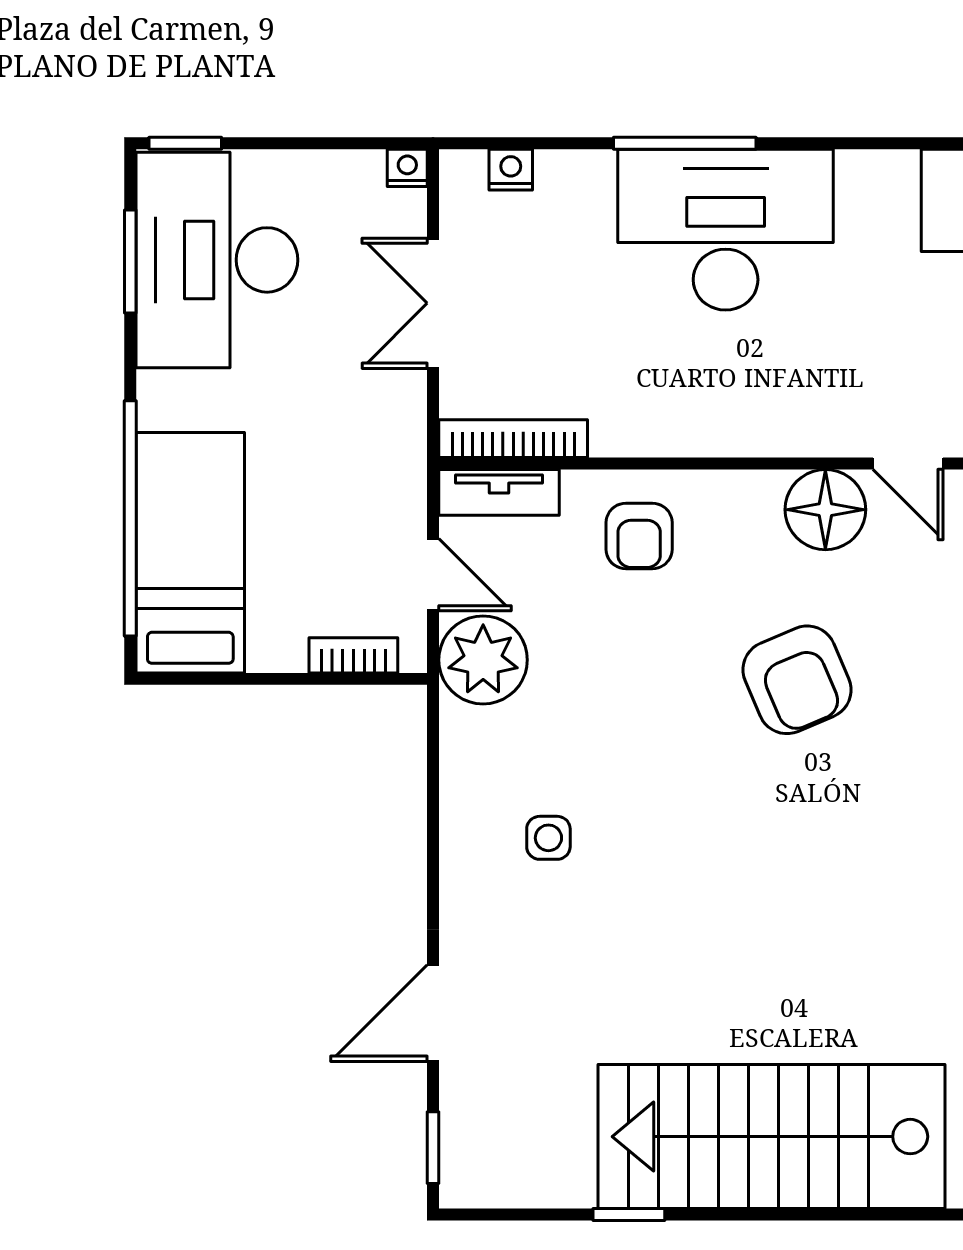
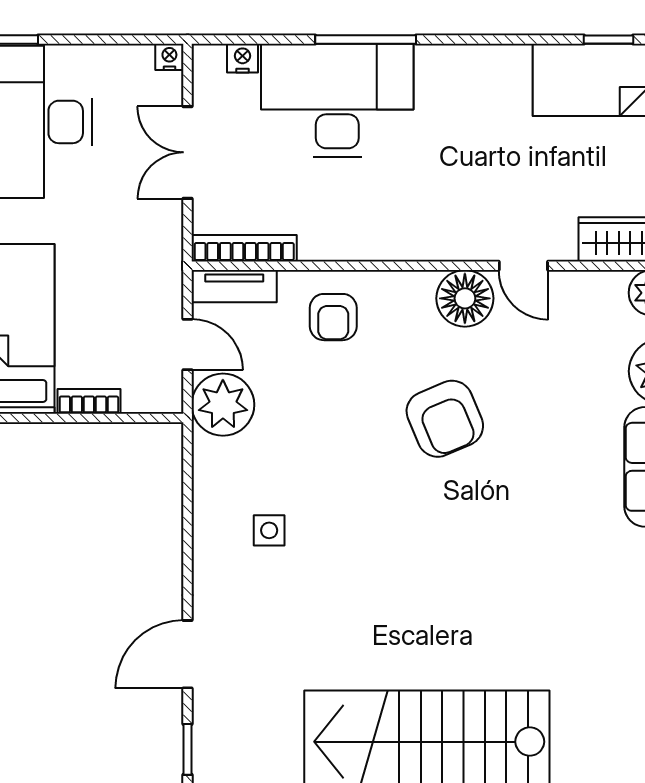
desk: (726, 230) -> (337, 101), moved
bookcase: (353, 655) -> (89, 401), moved

